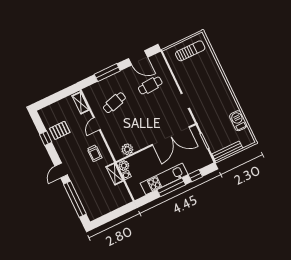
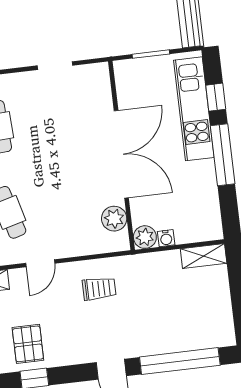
door: (97, 124) -> (40, 263), hinge flipped
double door: (171, 136) -> (121, 154), moved
shelving: (115, 174) -> (204, 256), moved
kitchen unit: (164, 179) -> (194, 109), moved

